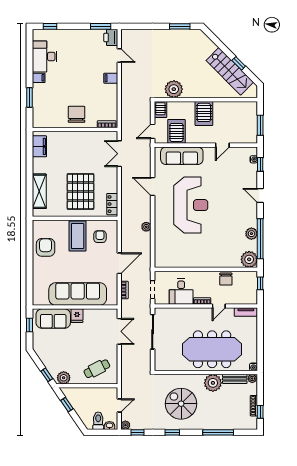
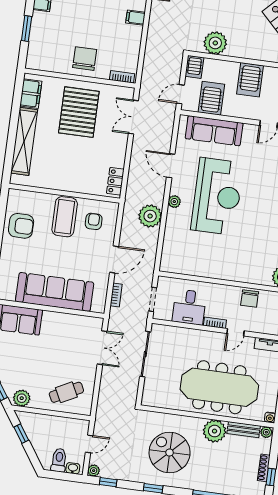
shelving: (39, 191) -> (24, 141), width x1.47
pallet: (80, 191) -> (79, 112), moved
plant: (159, 213) -> (174, 202), added
plant: (146, 227) -> (150, 216), width x1.88, depth x1.88
armchair: (46, 247) -> (21, 226), turned 90
fridge: (77, 316) -> (50, 320), removed

